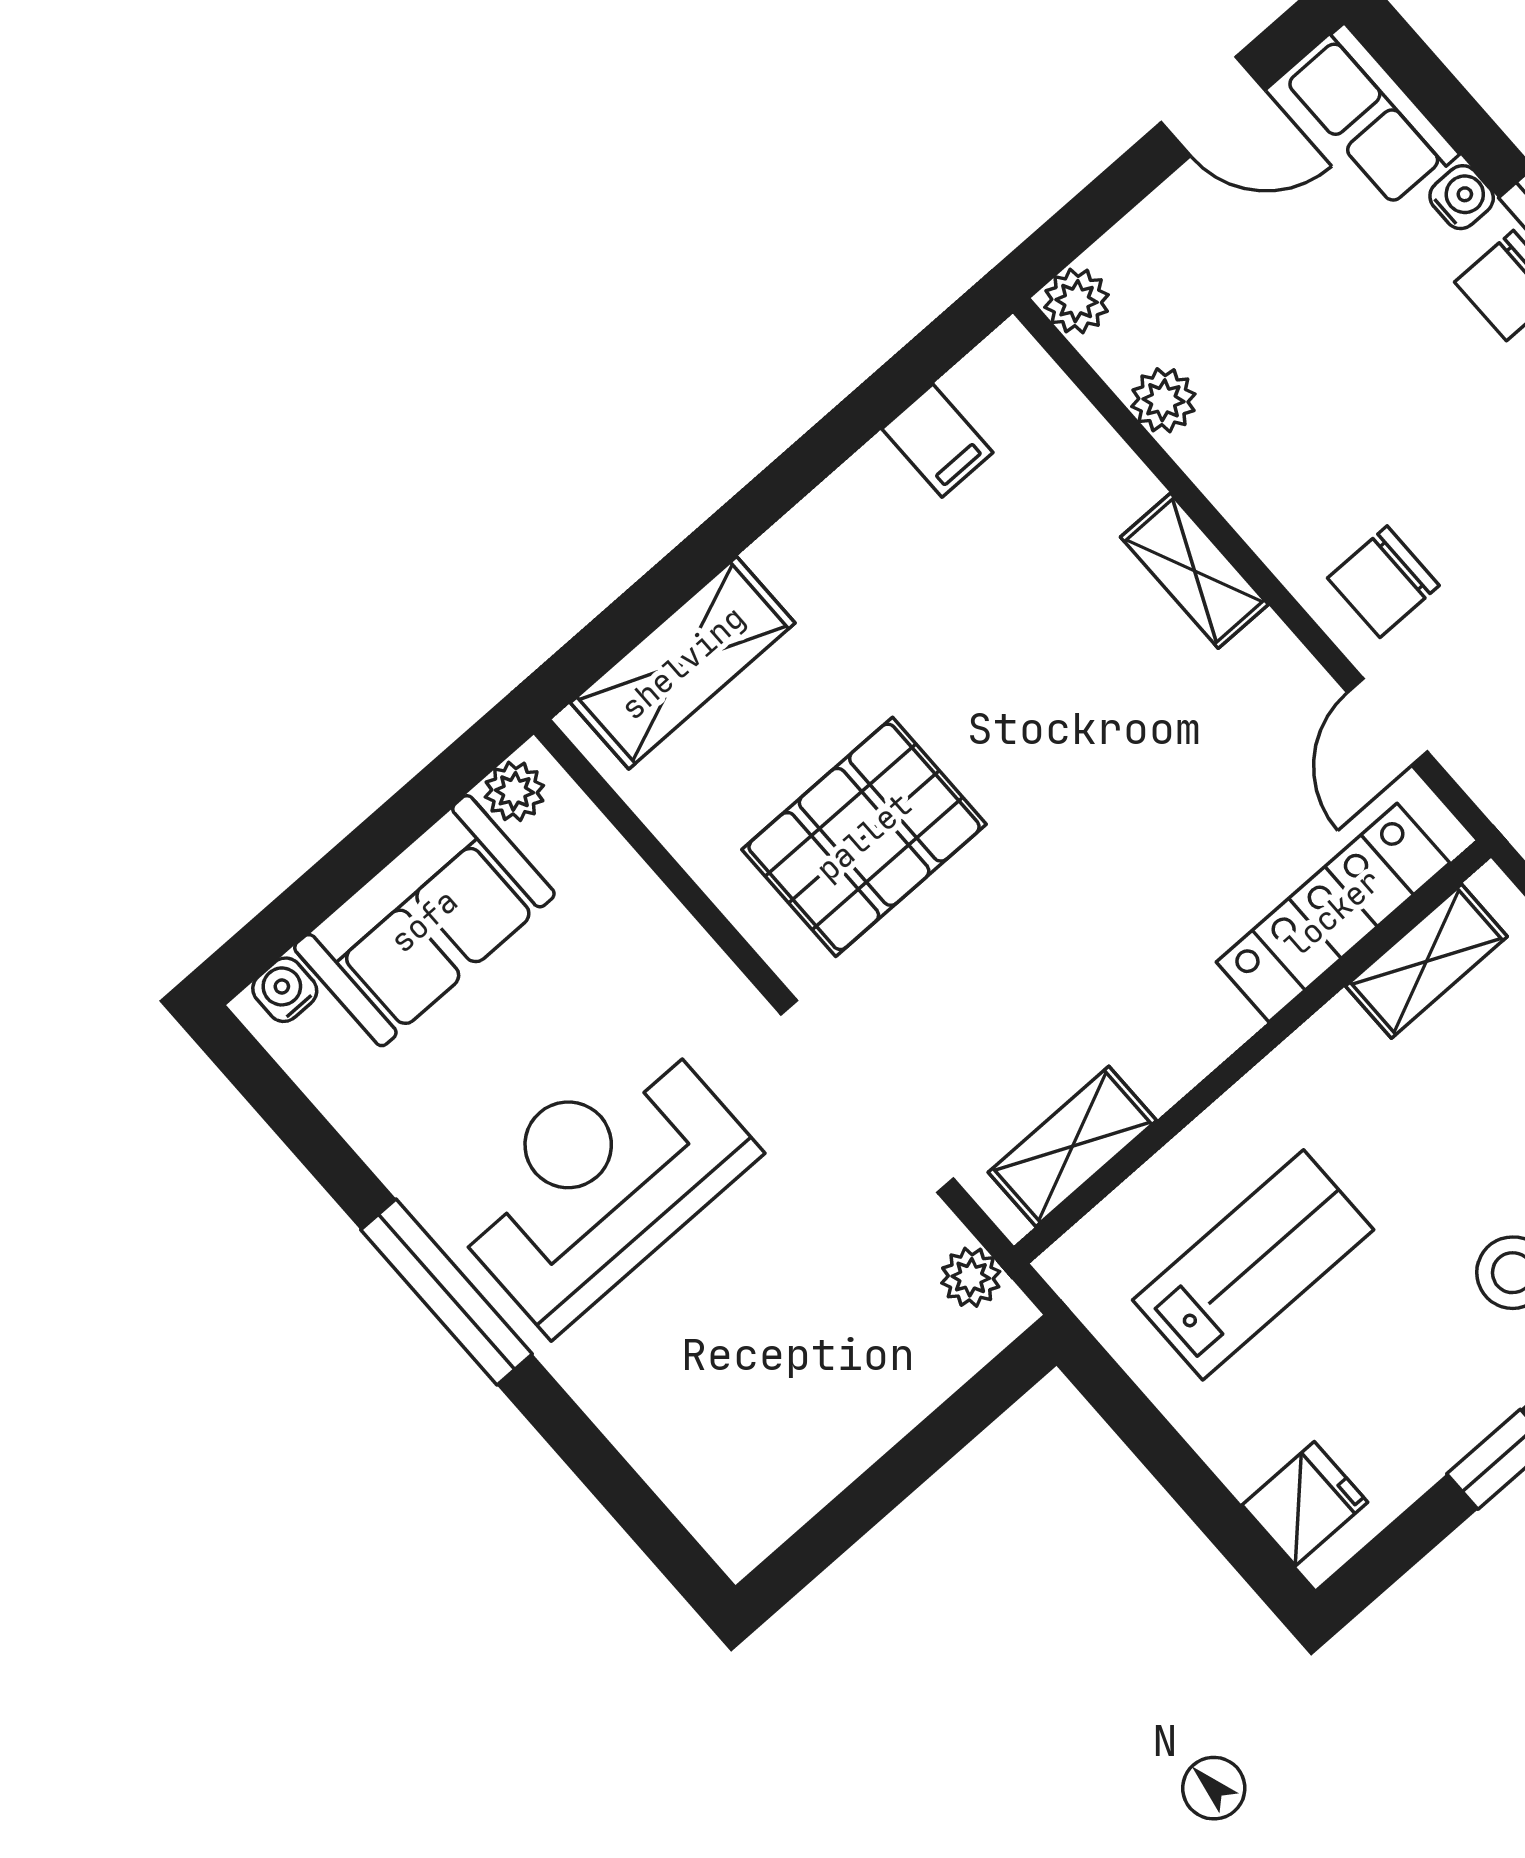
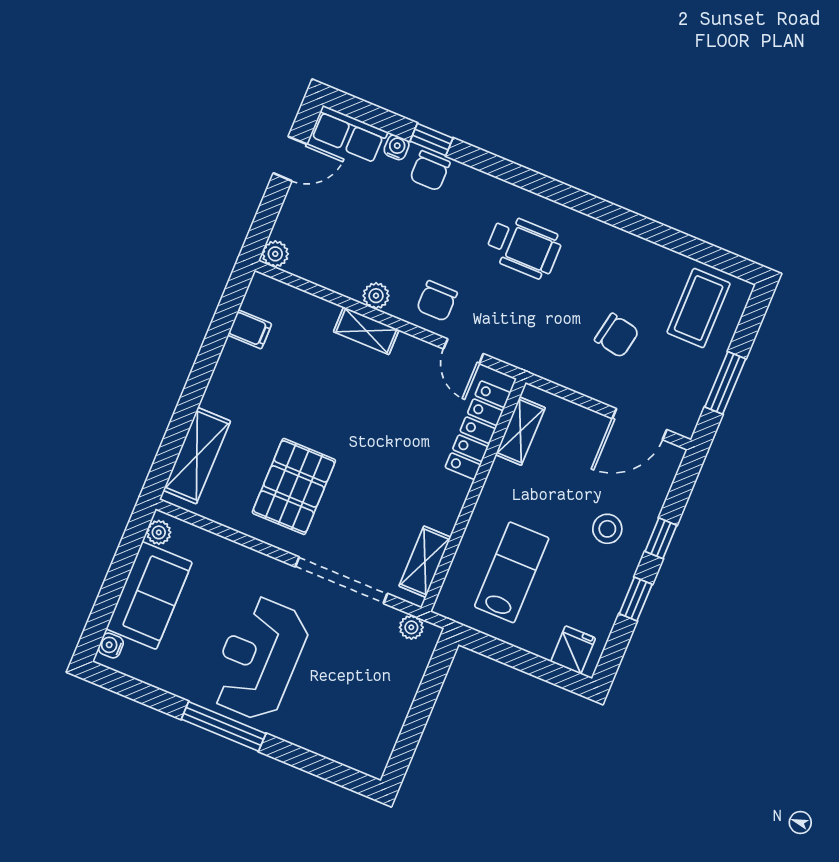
plant: (1163, 400) -> (376, 296), moved

